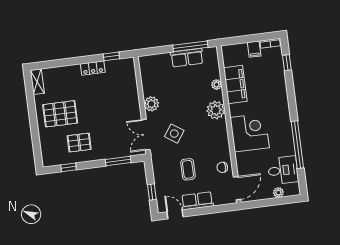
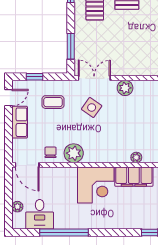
plant: (216, 110) -> (74, 153), moved
corner desk: (250, 133) -> (96, 185), moved
coffee table: (188, 169) -> (53, 102), moved

